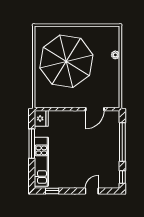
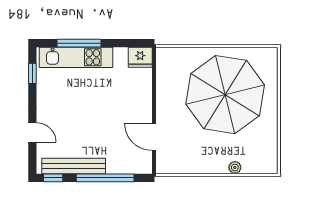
window: (32, 144) -> (79, 43), moved
bench: (114, 163) -> (74, 166), added

